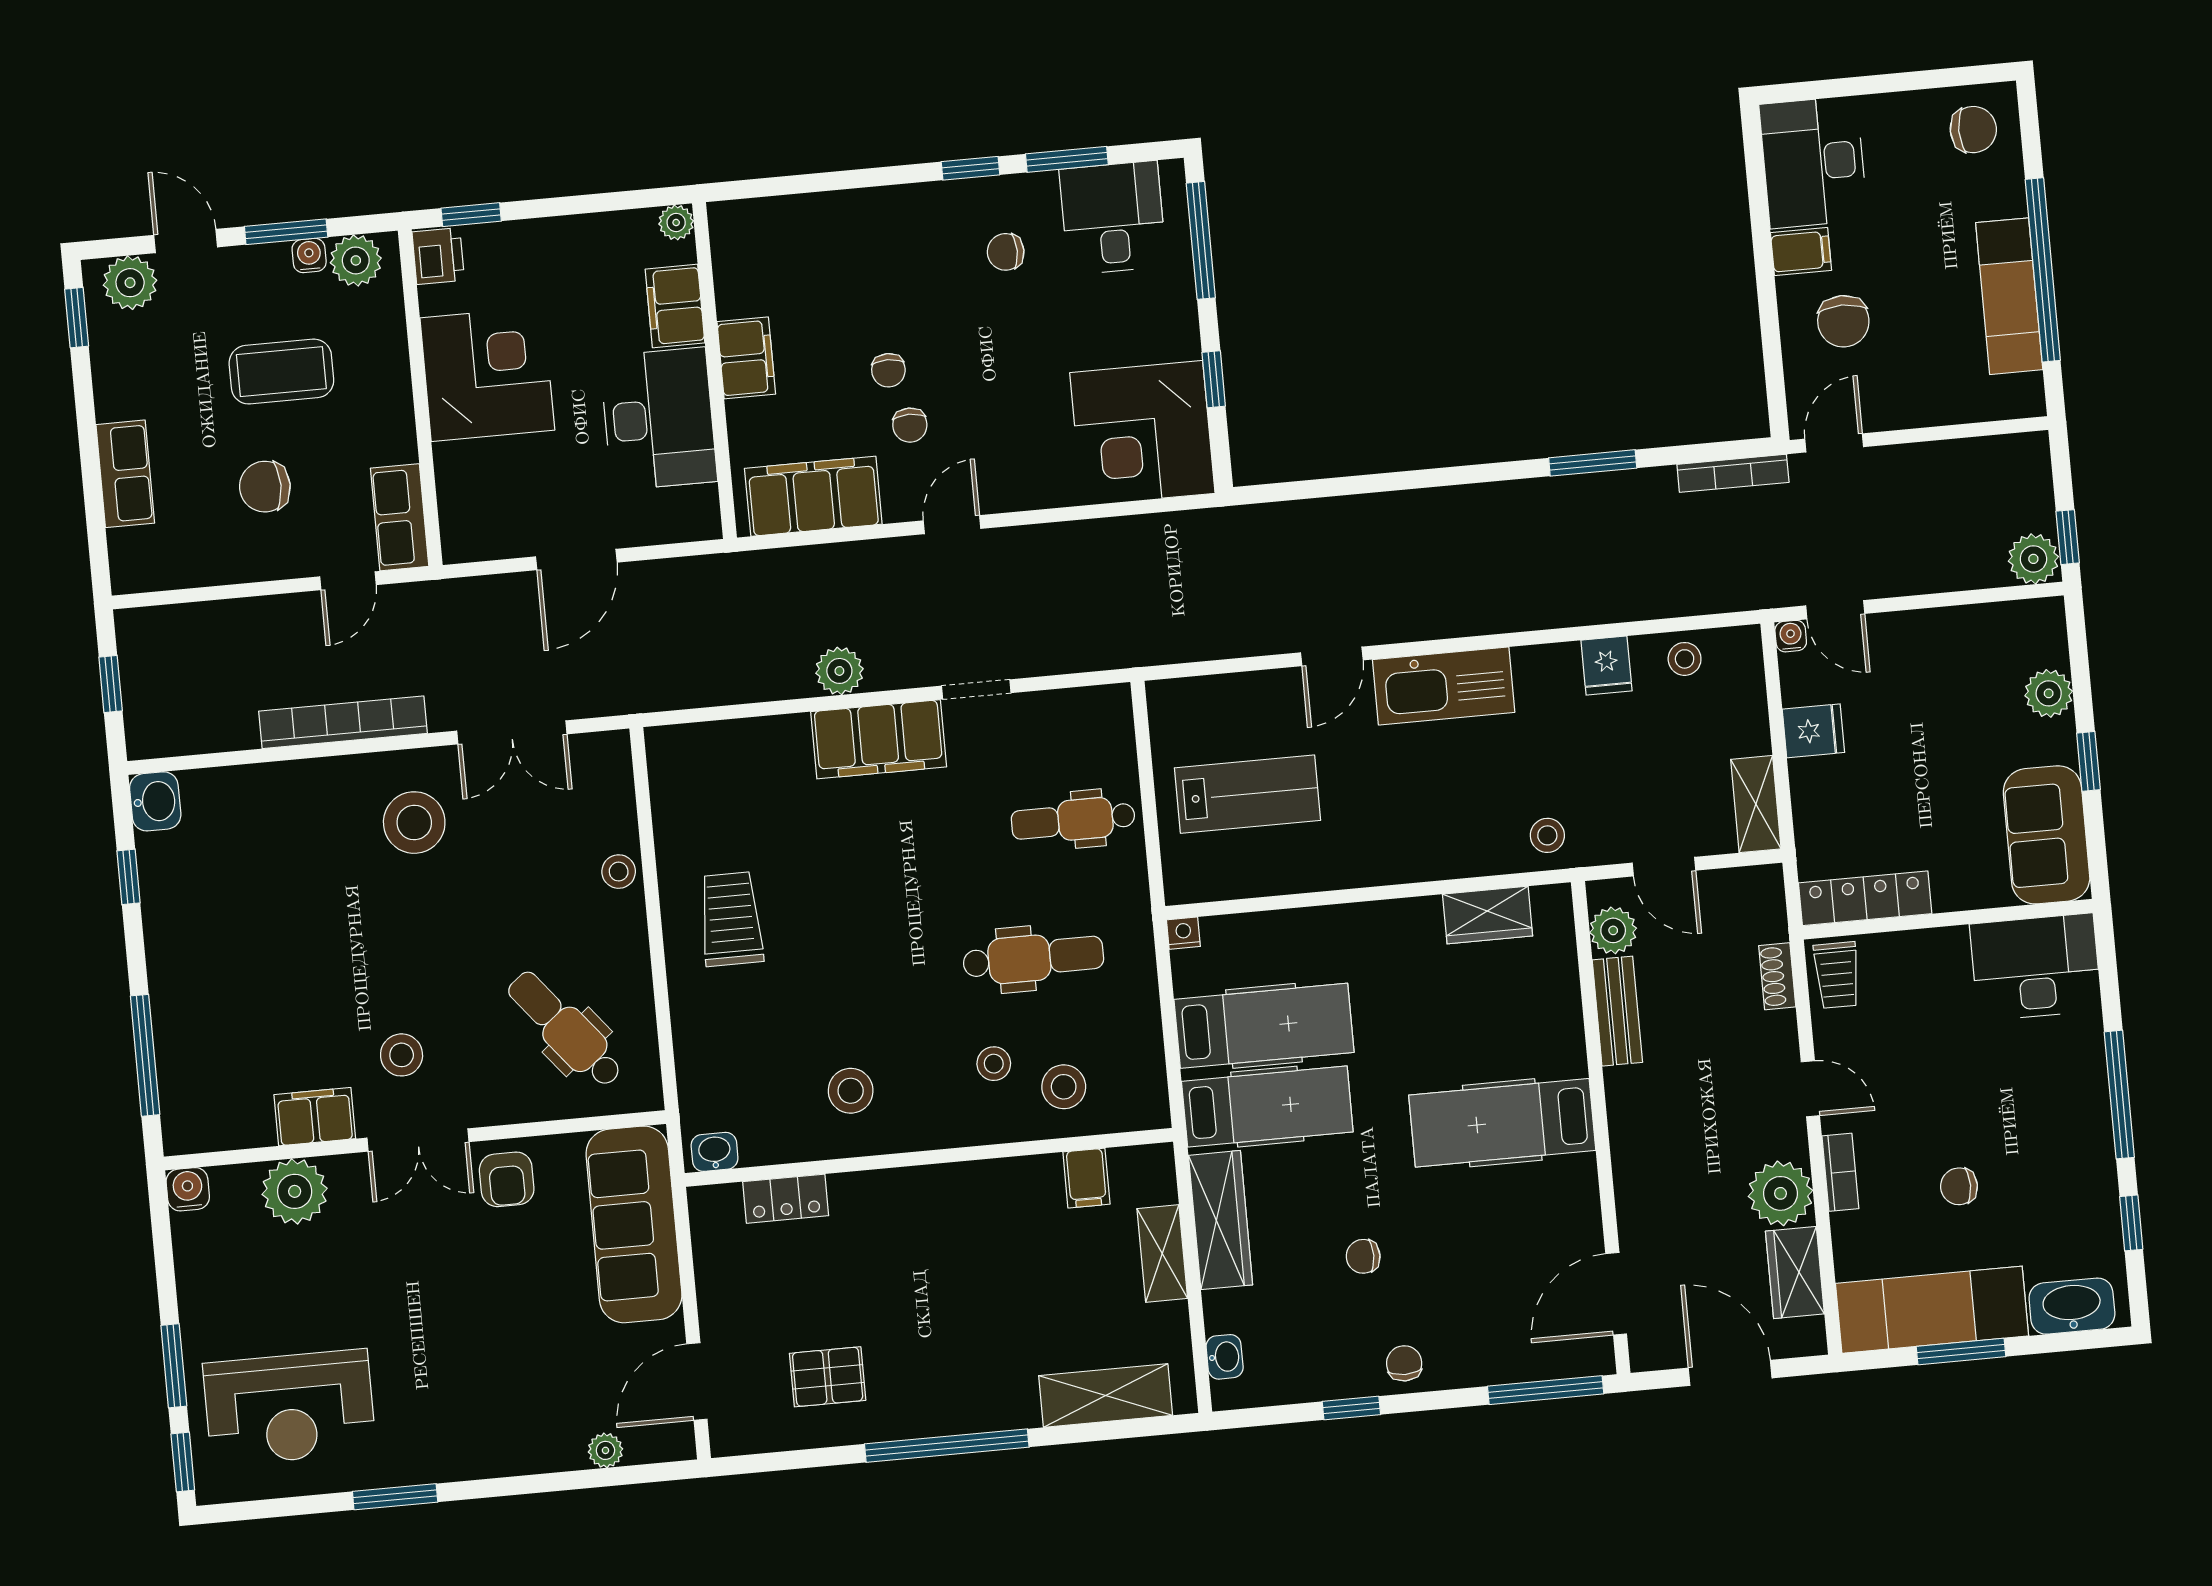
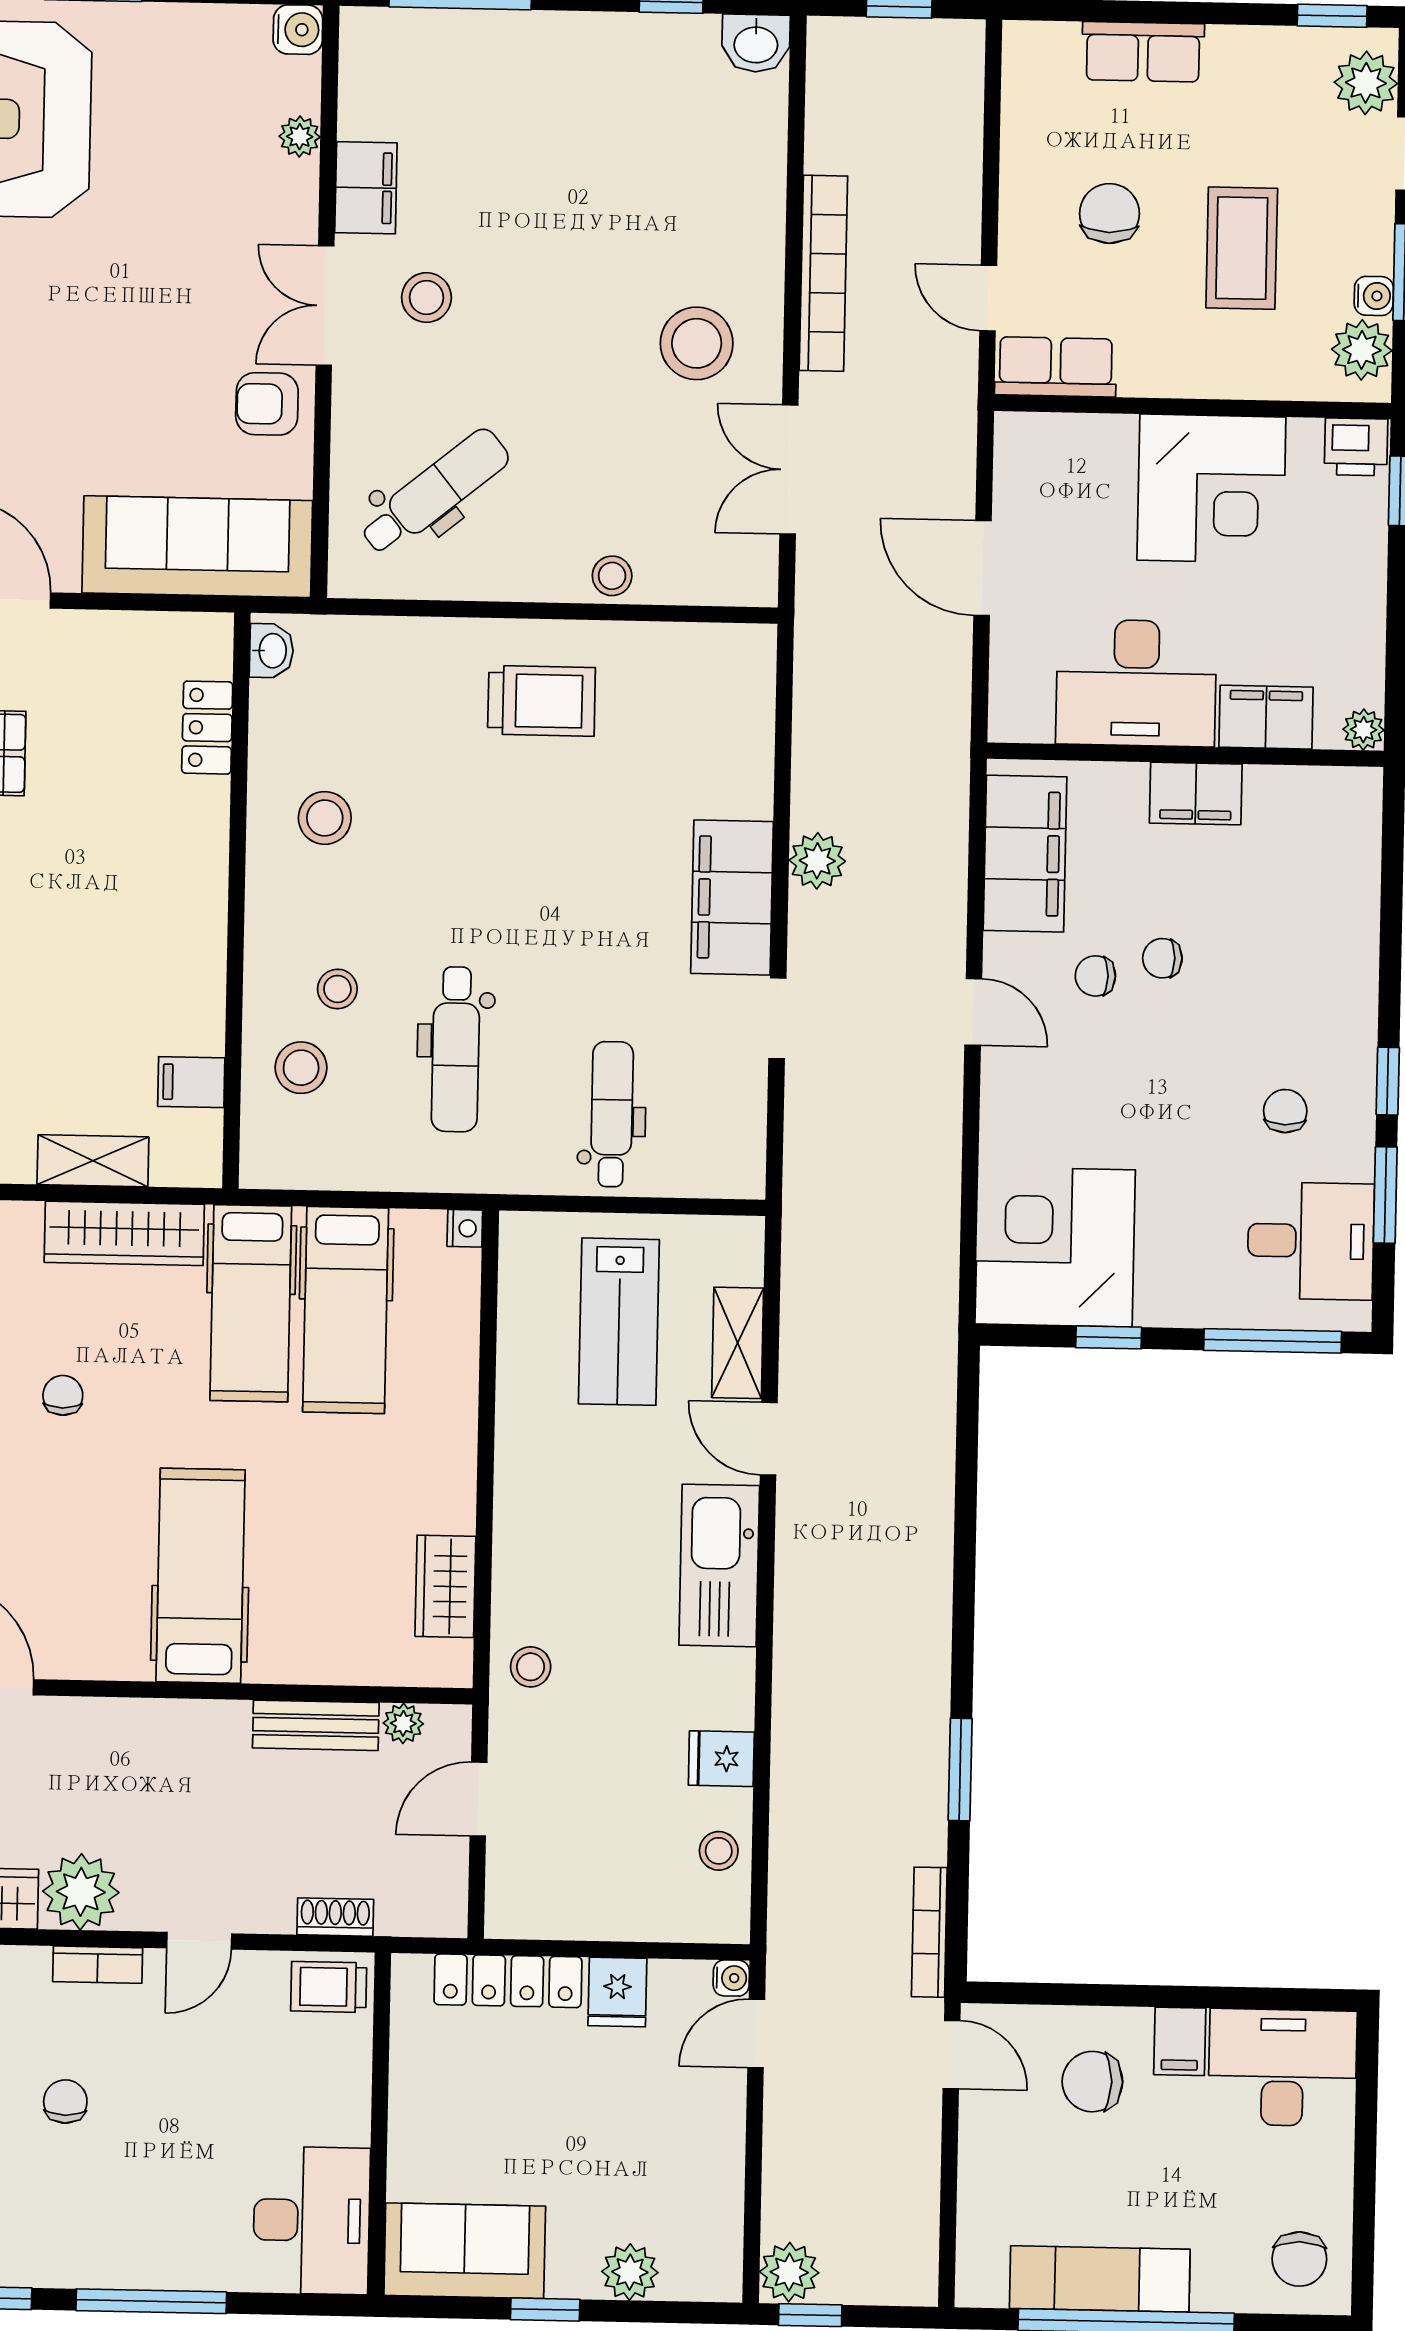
shelving: (1756, 804) -> (738, 1343), moved, turned 90
locker: (1865, 898) -> (508, 1981), moved, turned 90
plant: (1613, 930) -> (403, 1723), width x0.73, depth x0.73
plant: (295, 1191) -> (300, 137), width x0.53, depth x0.53

